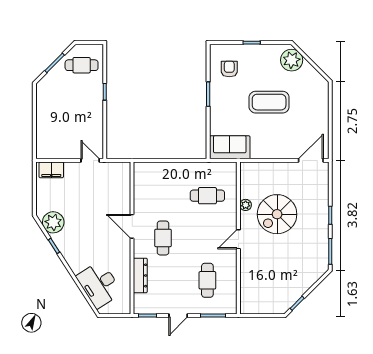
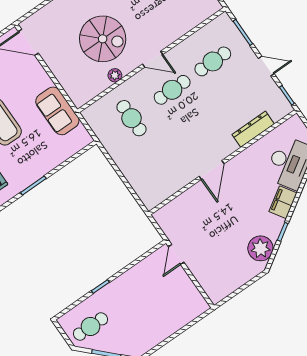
cafe table: (82, 65) -> (90, 326), turned 90
sofa: (230, 147) -> (57, 111), moved
filing cabinet: (51, 170) -> (283, 202), moved, turned -123
cafe table: (163, 238) -> (172, 90), moved

